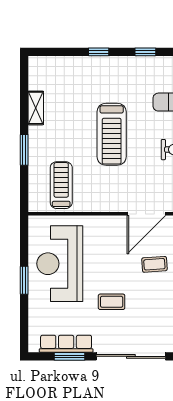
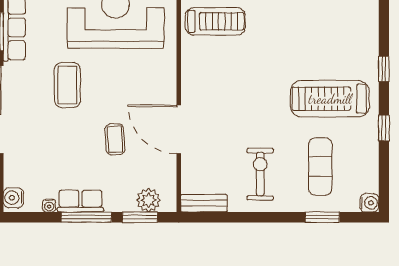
treadmill: (112, 134) -> (330, 99), moved
coffee table: (112, 302) -> (67, 85), width x1.36, depth x1.30

